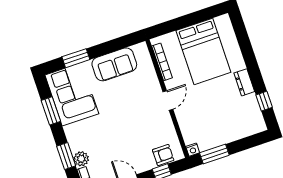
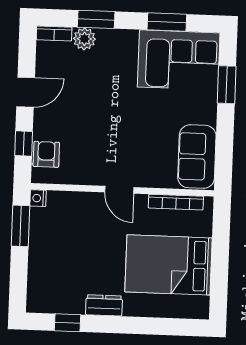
sofa: (114, 64) -> (197, 157), moved
armchair: (163, 155) -> (46, 154), turned 180

